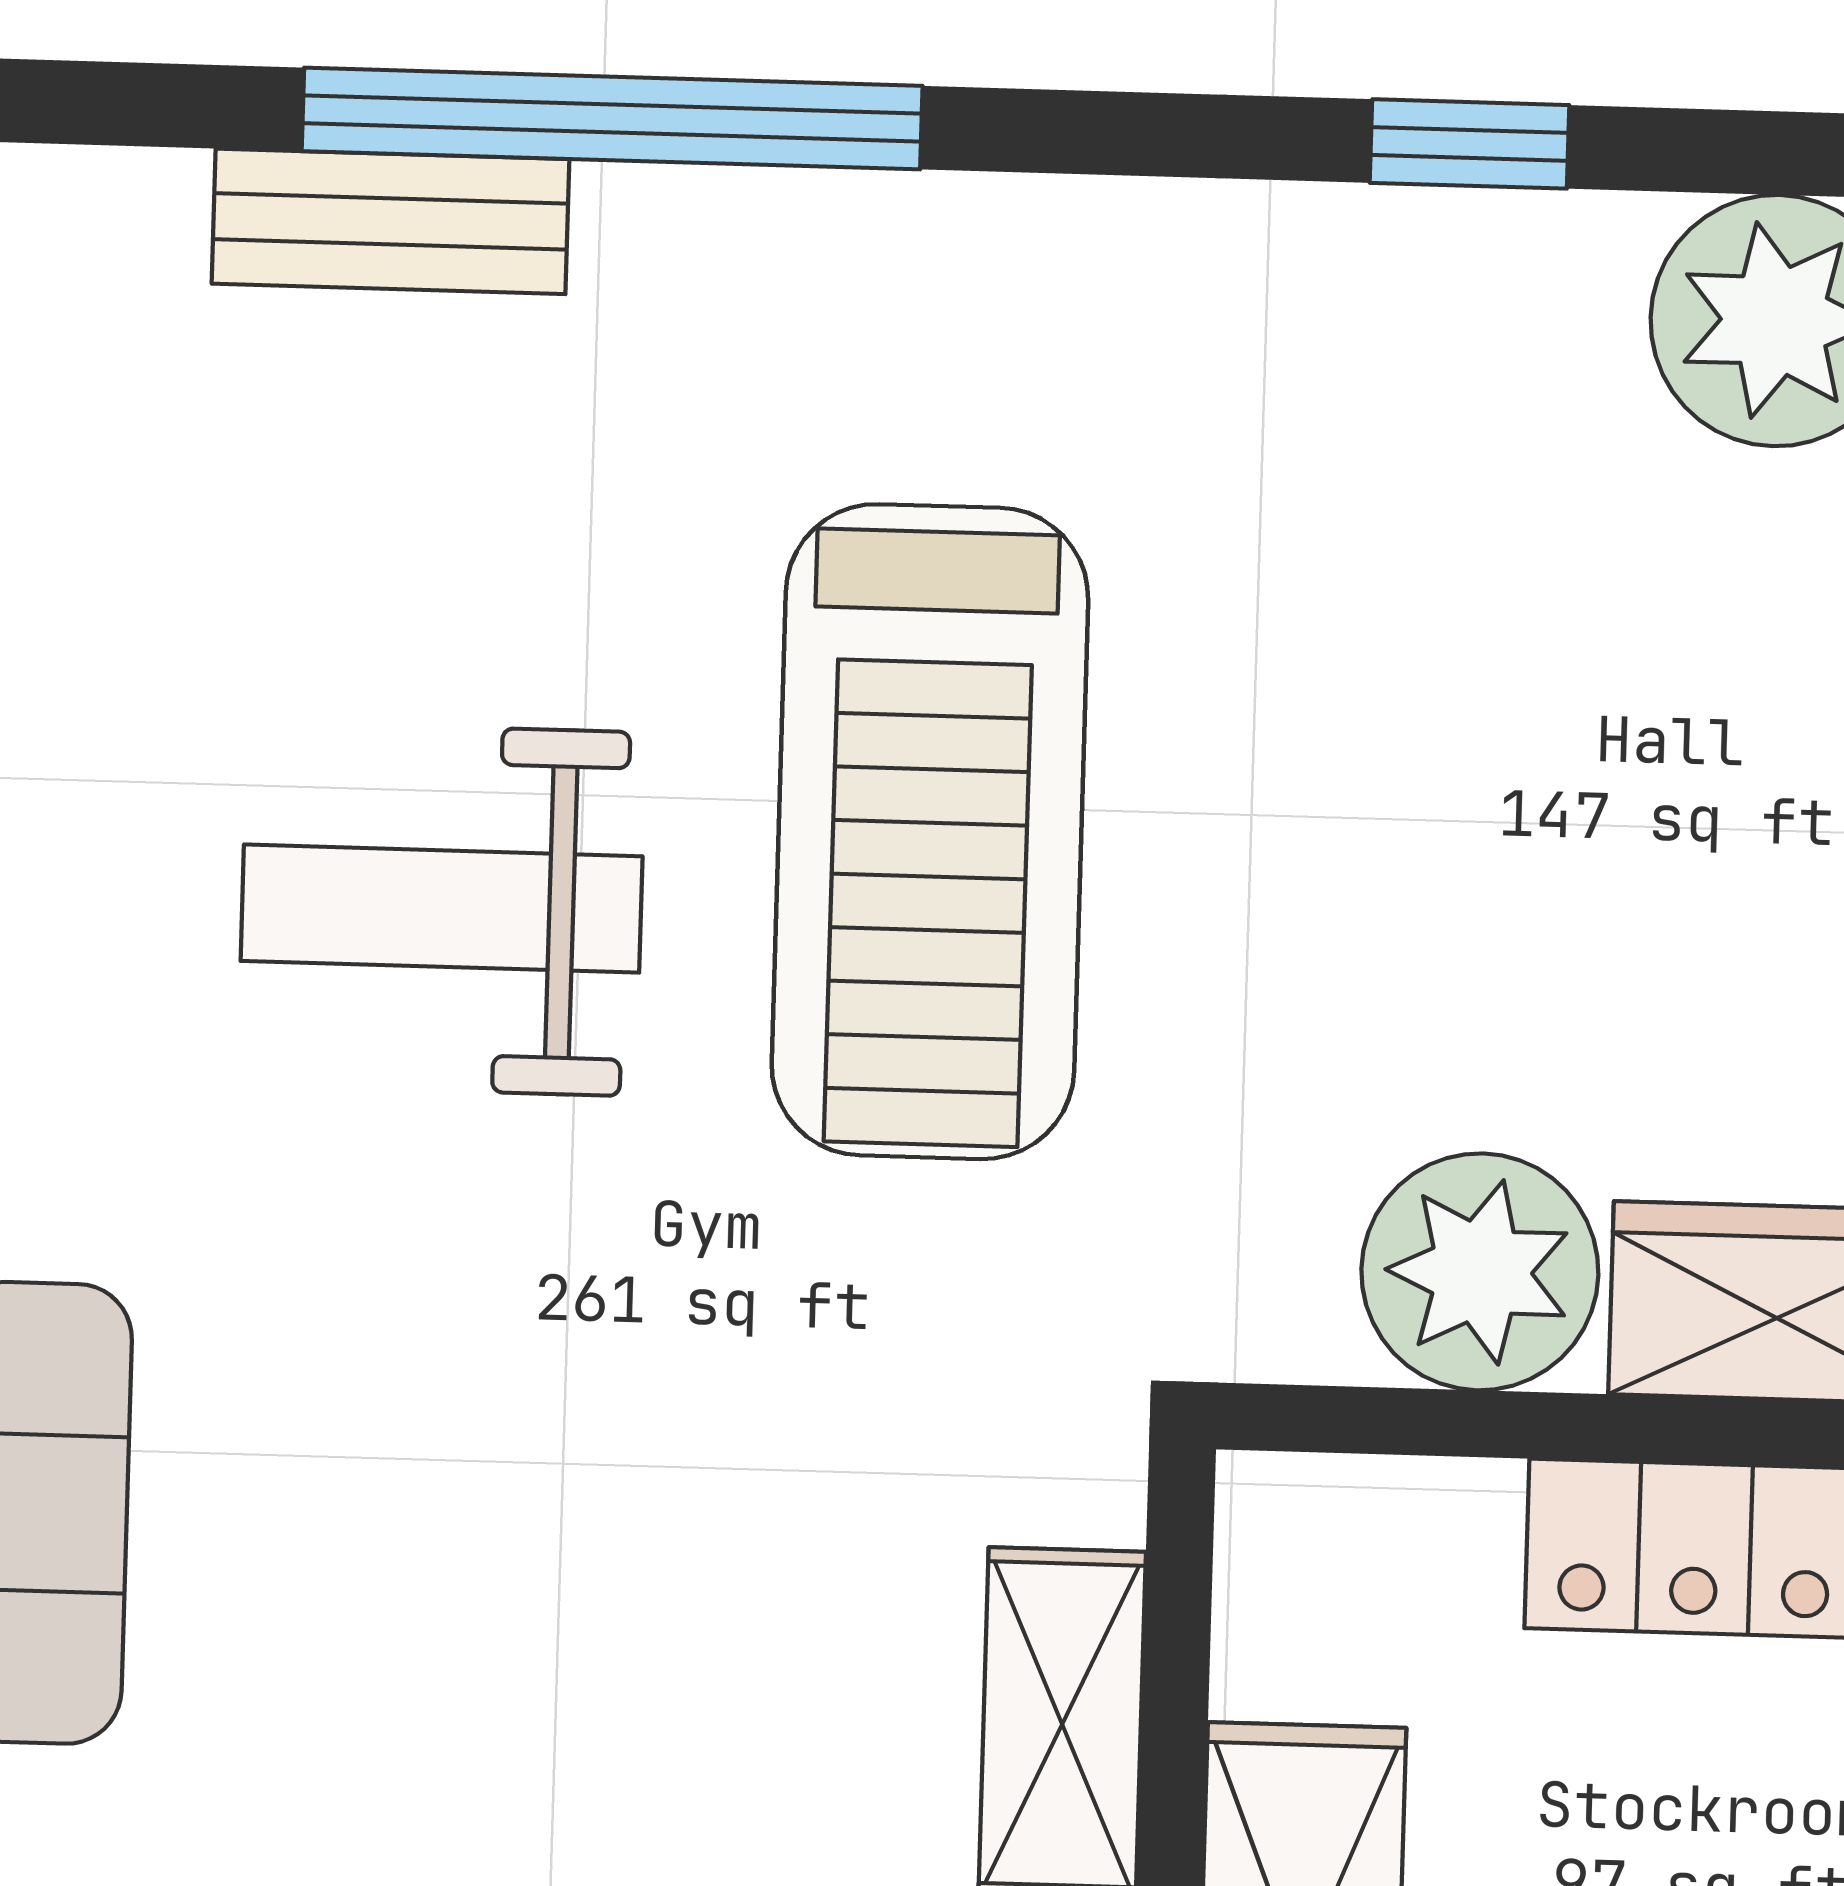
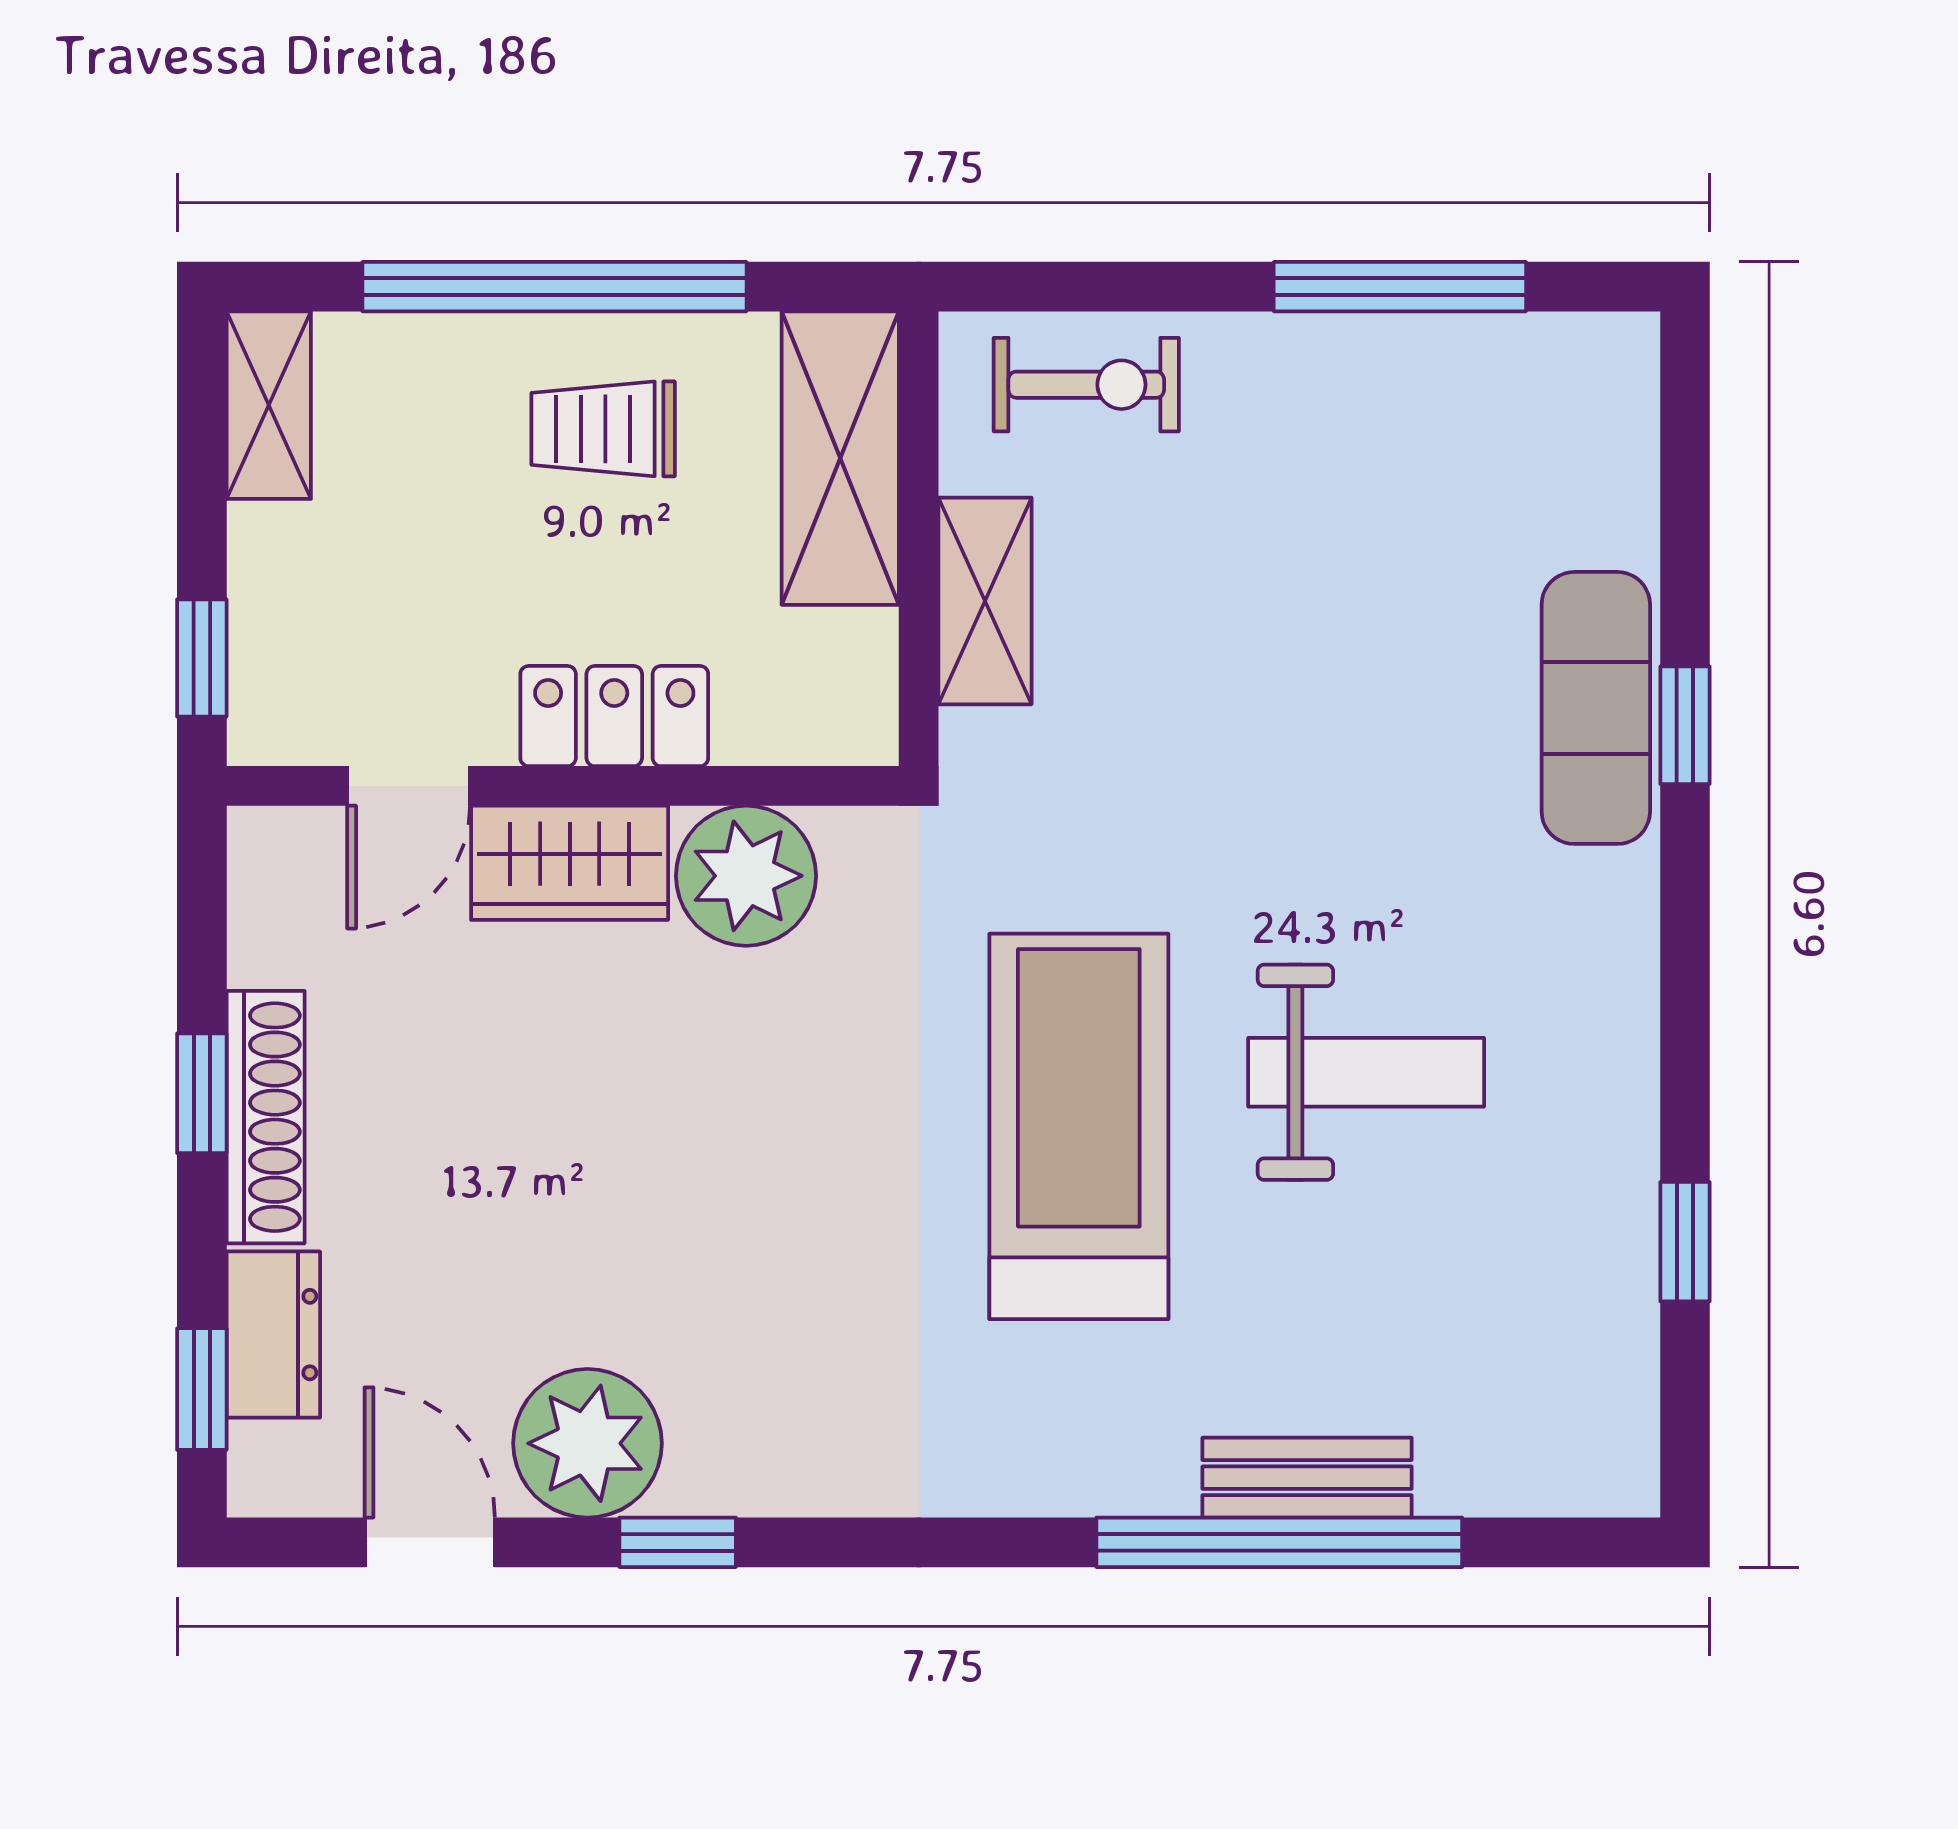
window: (1469, 144) -> (678, 1542), moved
bench: (391, 221) -> (1307, 1478), moved

